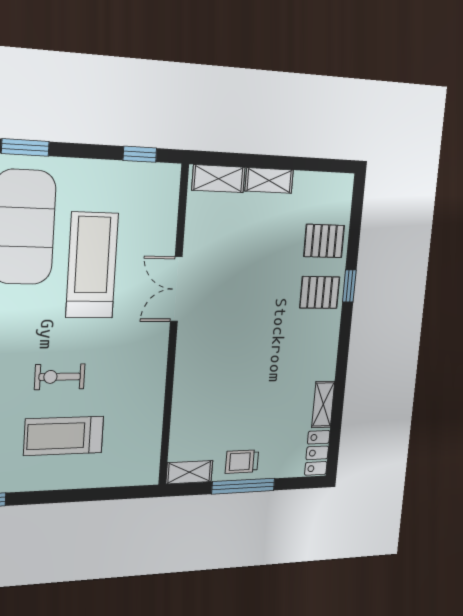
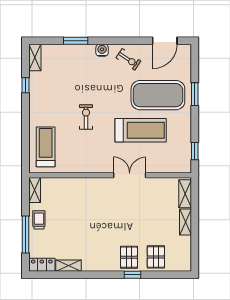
treadmill: (64, 436) -> (46, 147), moved
window: (243, 486) -> (25, 235), moved

